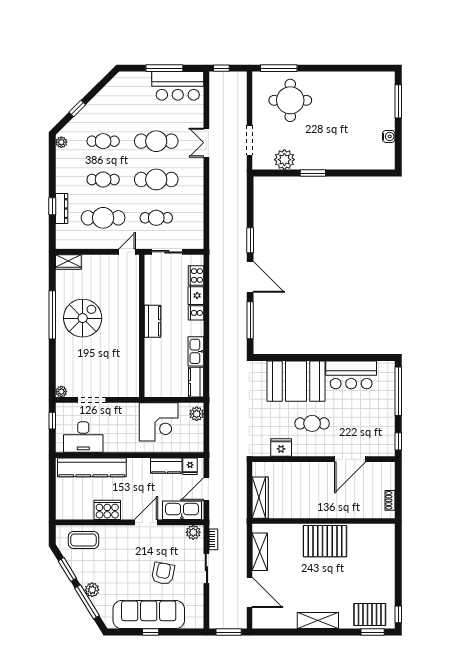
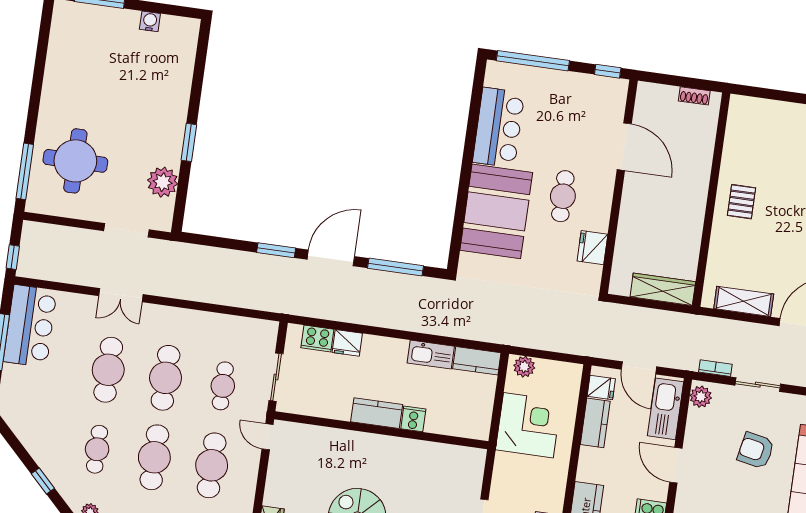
cafe table: (103, 179) -> (154, 457), width x1.37, depth x1.35
cooker: (196, 313) -> (413, 419), moved, turned 180
pallet: (325, 541) -> (742, 202), width x0.49, depth x0.50

